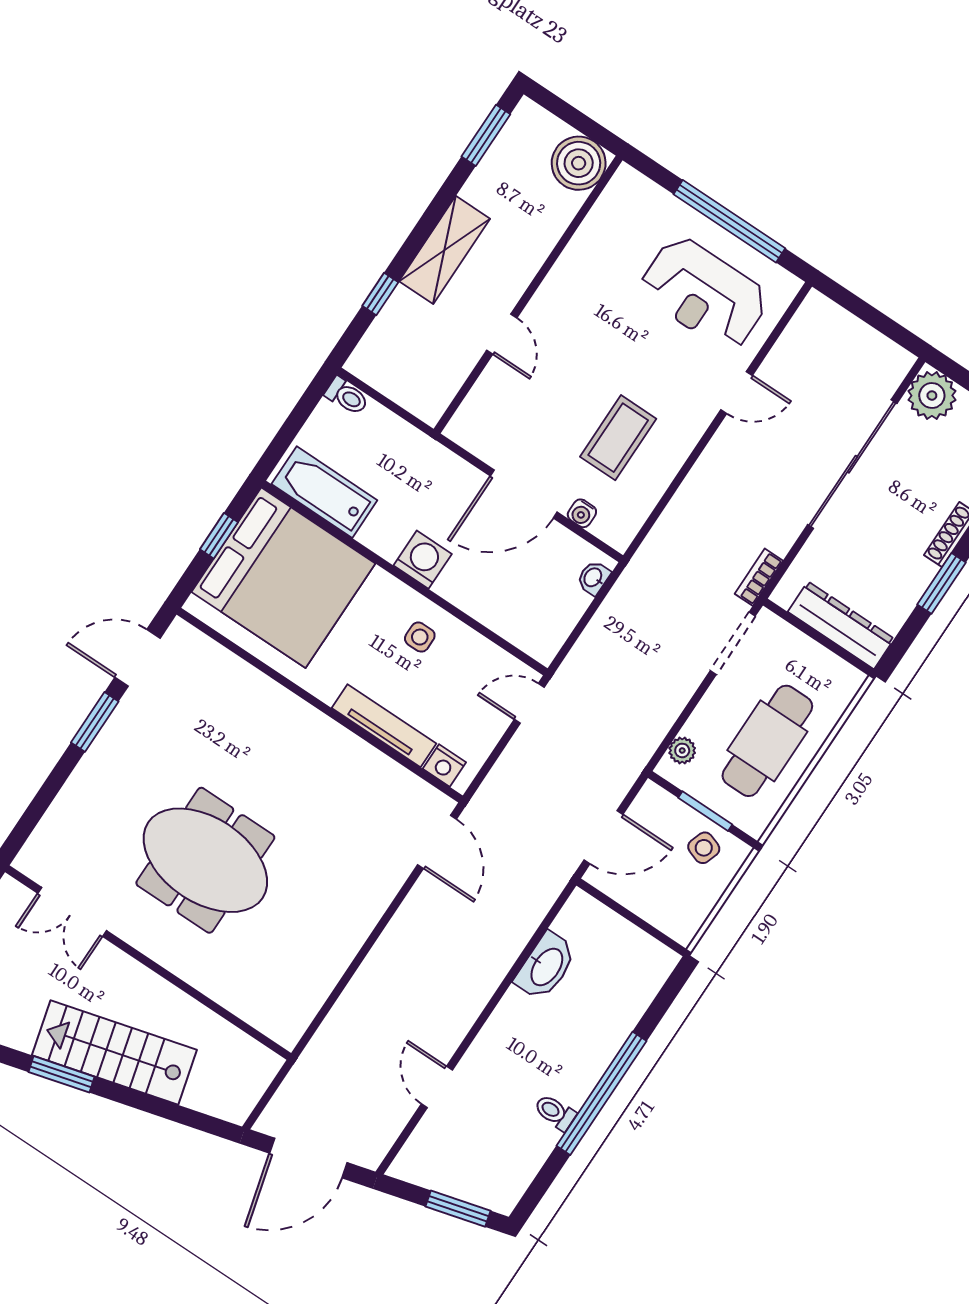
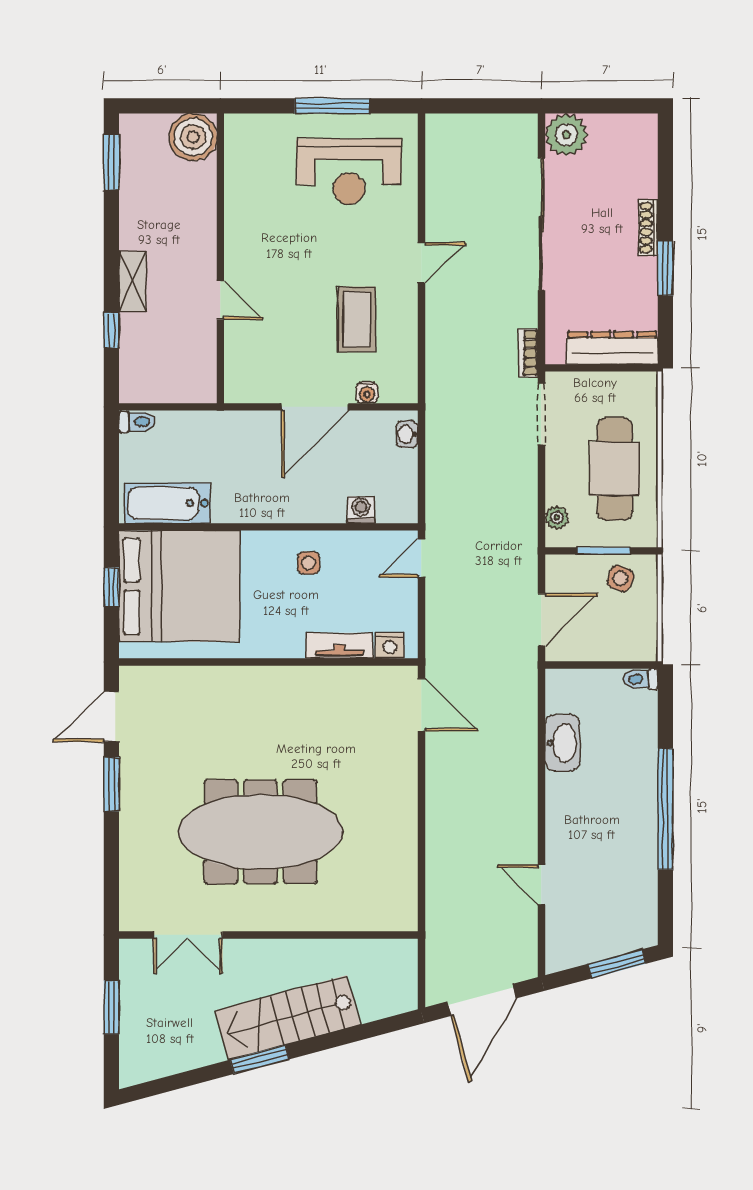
window: (729, 221) -> (332, 106), width x0.68
shelving: (445, 250) -> (133, 282), width x0.67, depth x0.75
door: (737, 392) -> (421, 263), moved
washing machine: (423, 560) -> (361, 510), moved, width x0.73, depth x0.73
tv unit: (384, 726) -> (339, 646), width x0.71
meeting table: (205, 860) -> (260, 832), width x1.36
toilet: (555, 1112) -> (641, 679), moved

